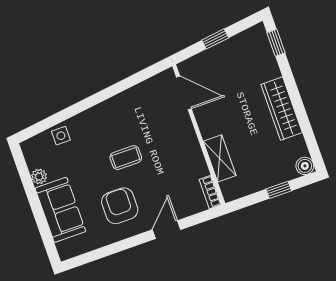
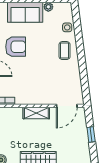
coffee table: (126, 158) -> (65, 51), moved
shelving: (220, 158) -> (36, 113), moved

